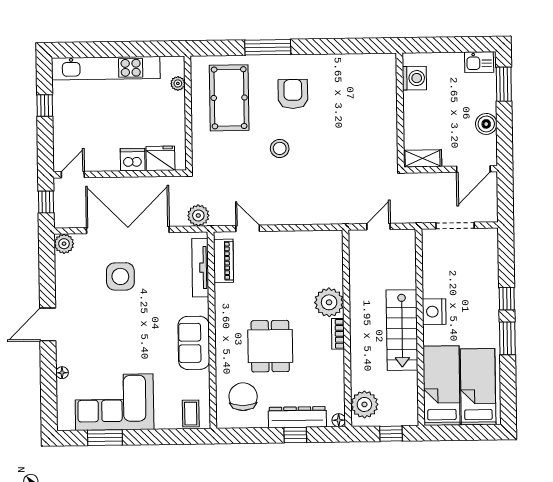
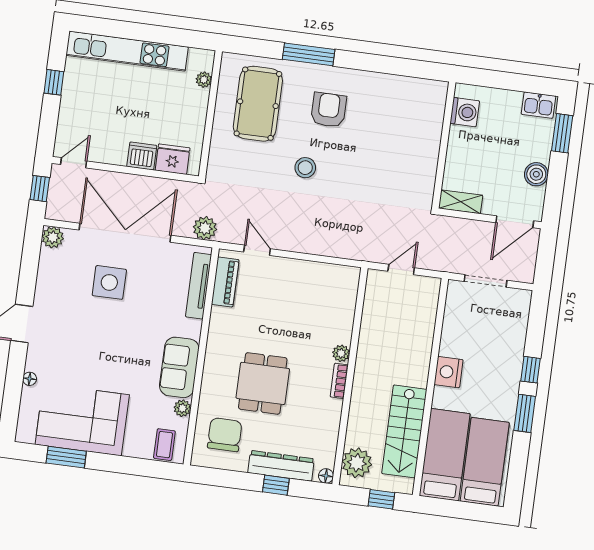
plant: (329, 302) -> (341, 353), width x0.53, depth x0.53
stairs: (402, 330) -> (404, 431), moved
plant: (202, 379) -> (182, 408), added

